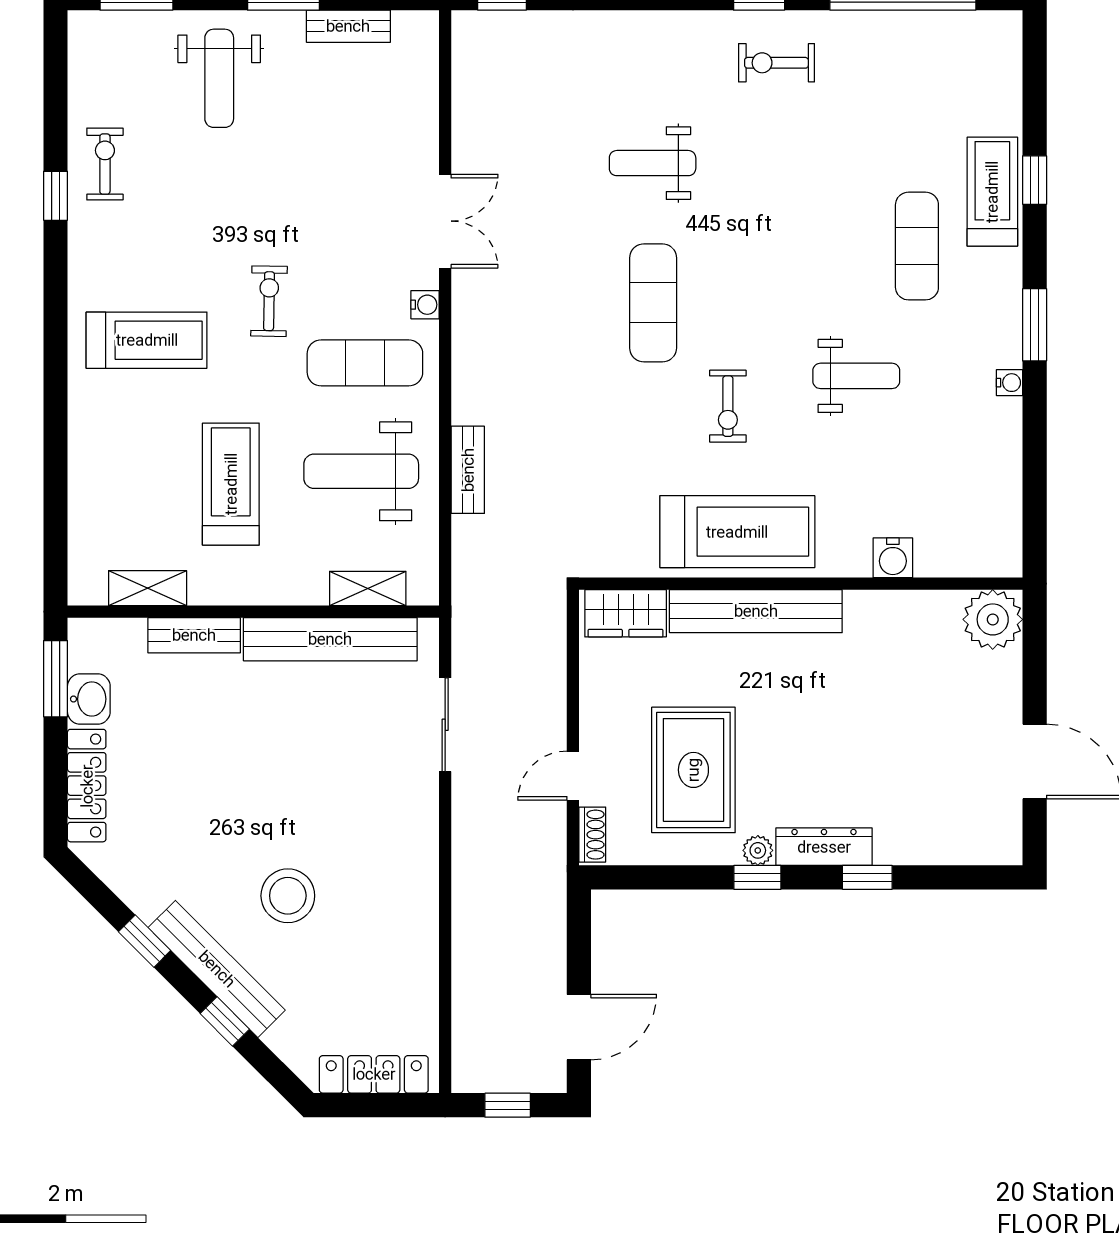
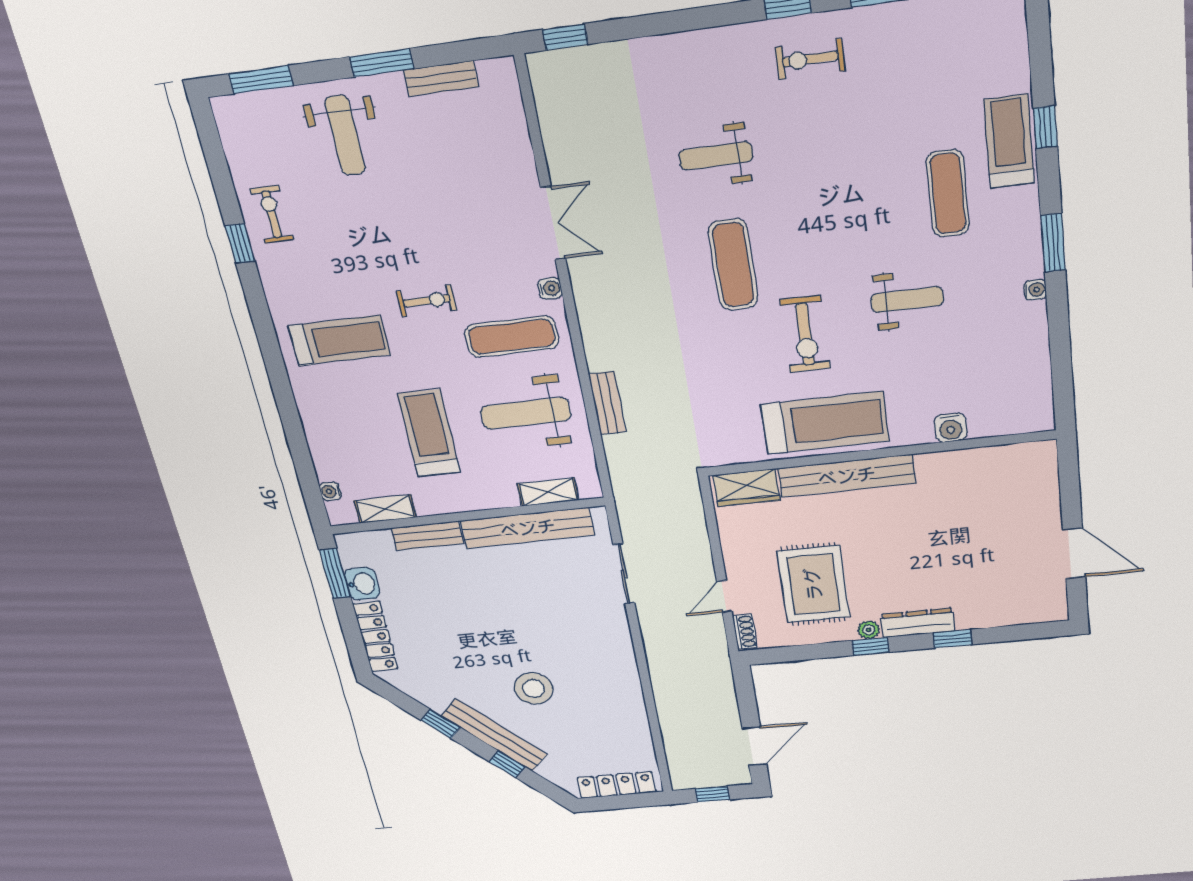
exercise bike: (269, 301) -> (427, 301), turned 89
exercise bike: (728, 406) -> (805, 334), width x1.38, depth x1.39
water cooler: (81, 553) -> (330, 491), added
plant: (993, 619) -> (1034, 462), removed

